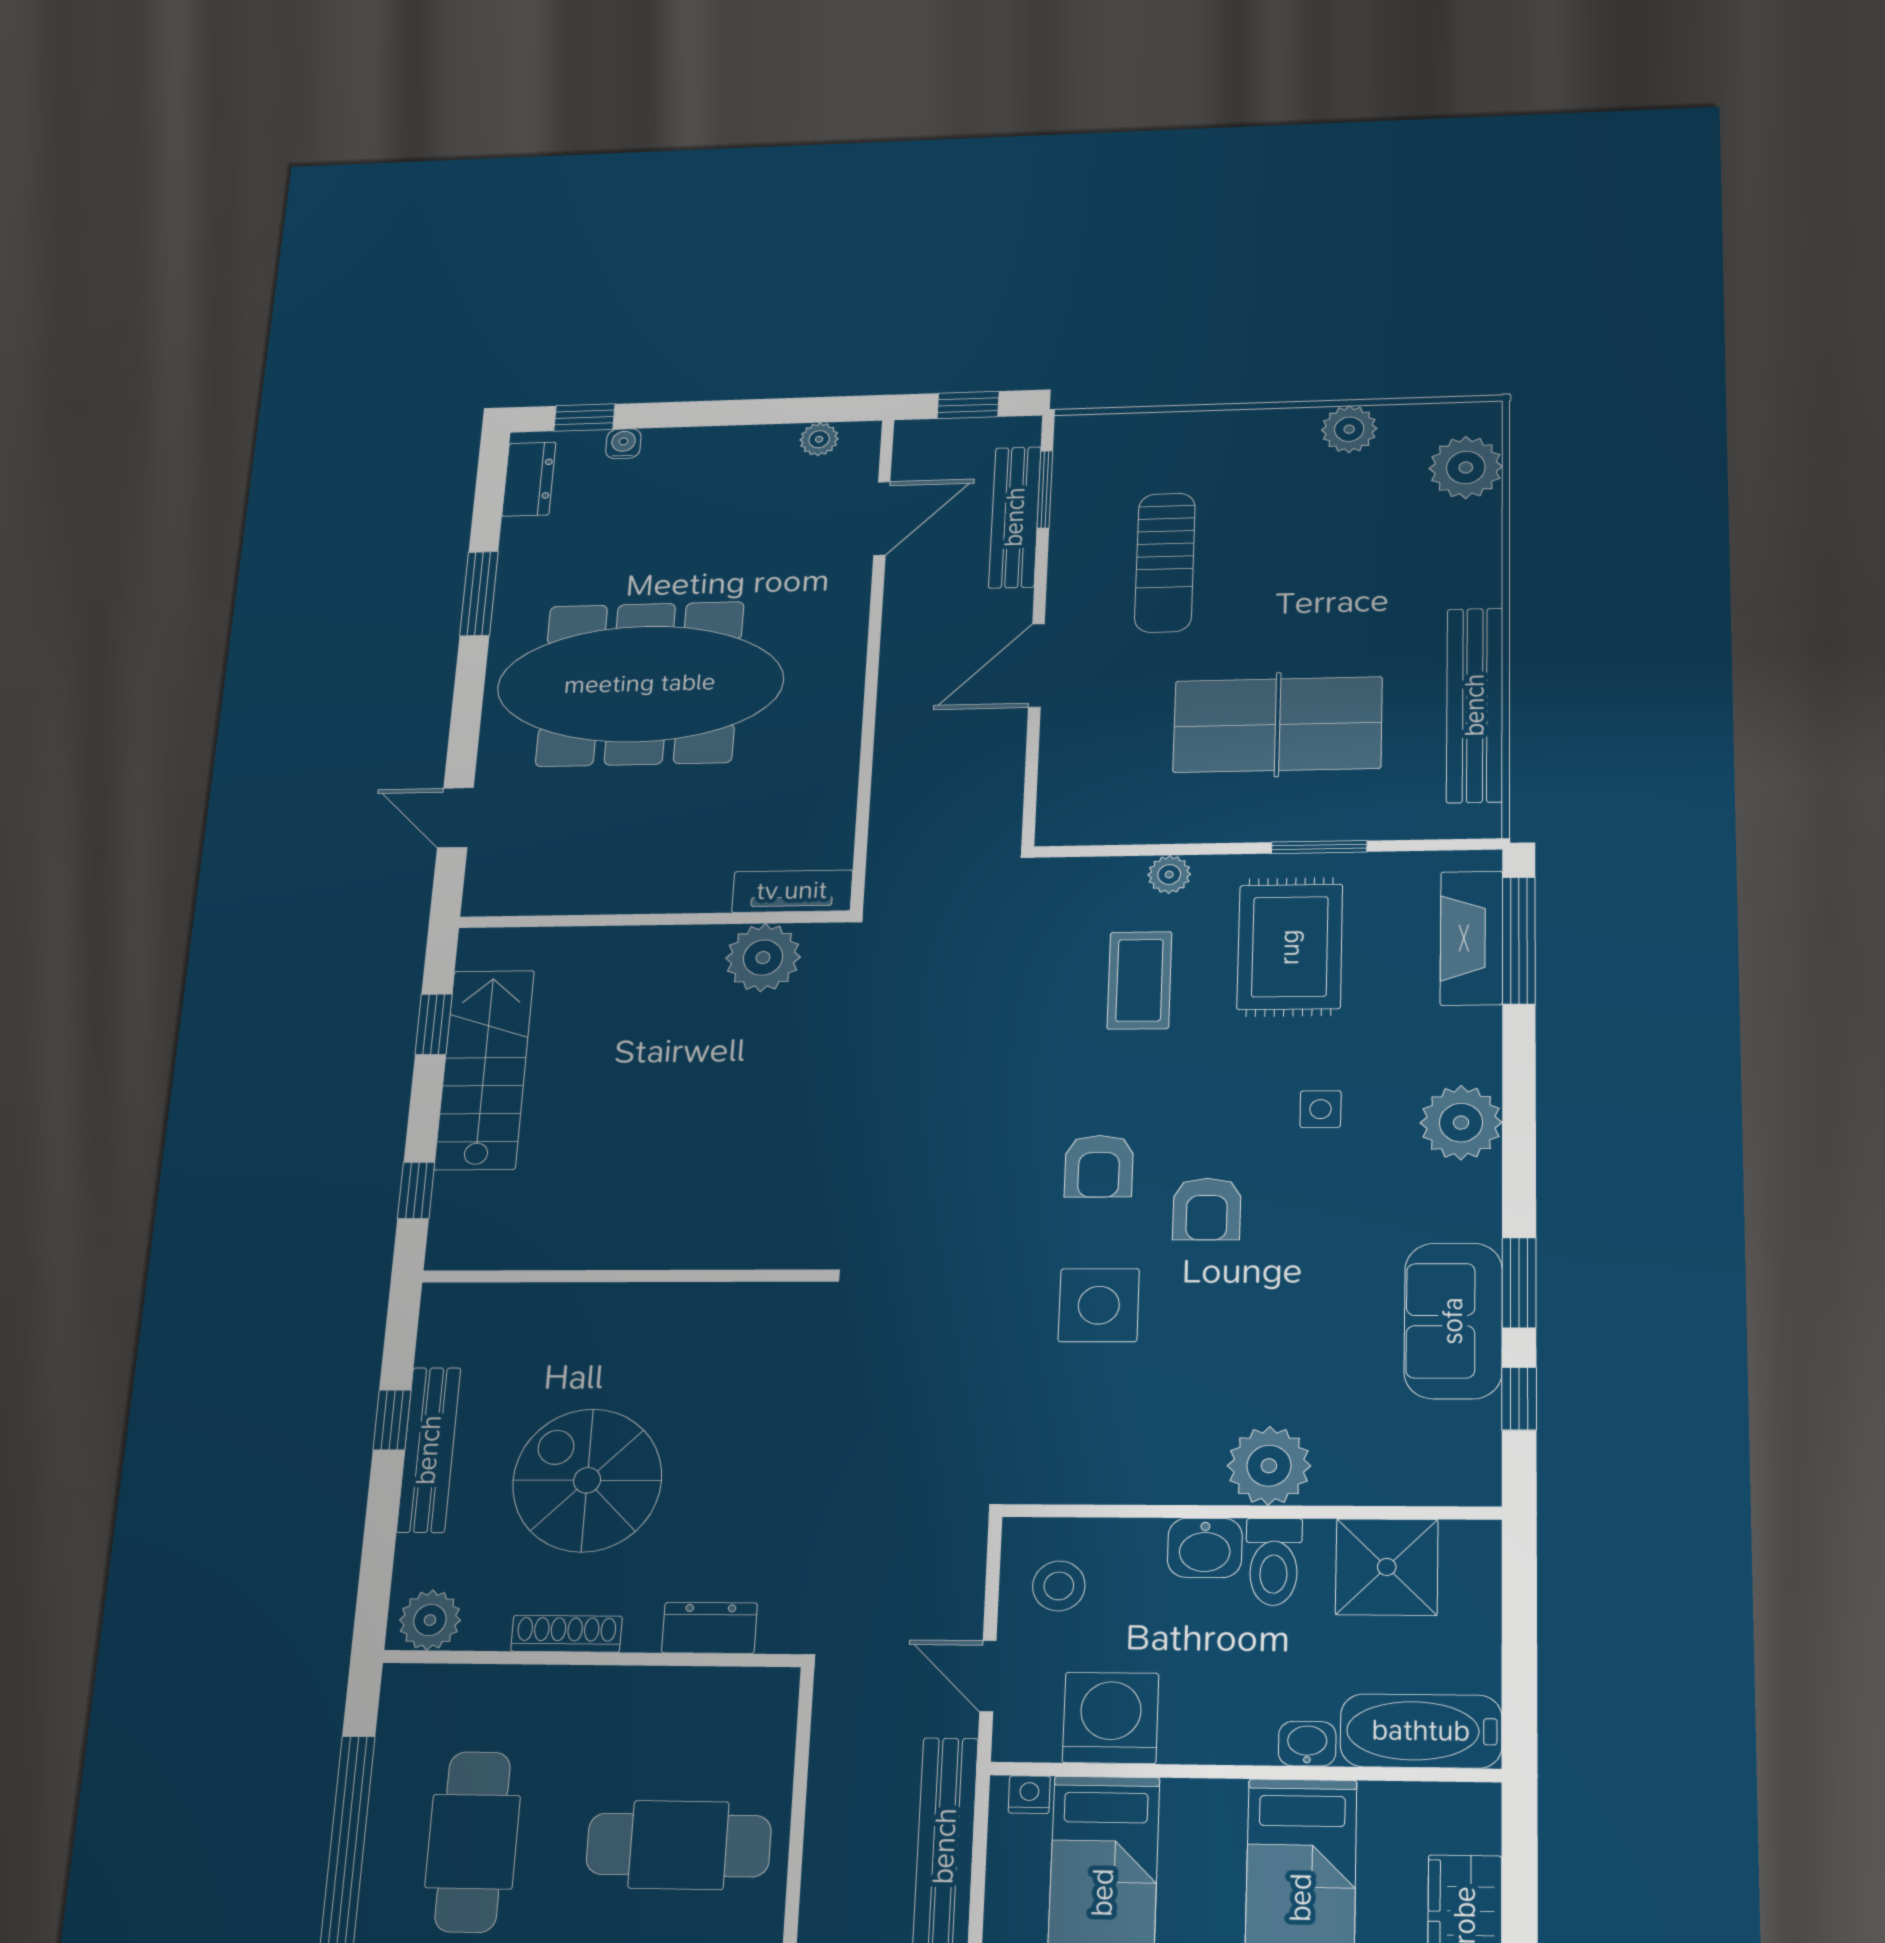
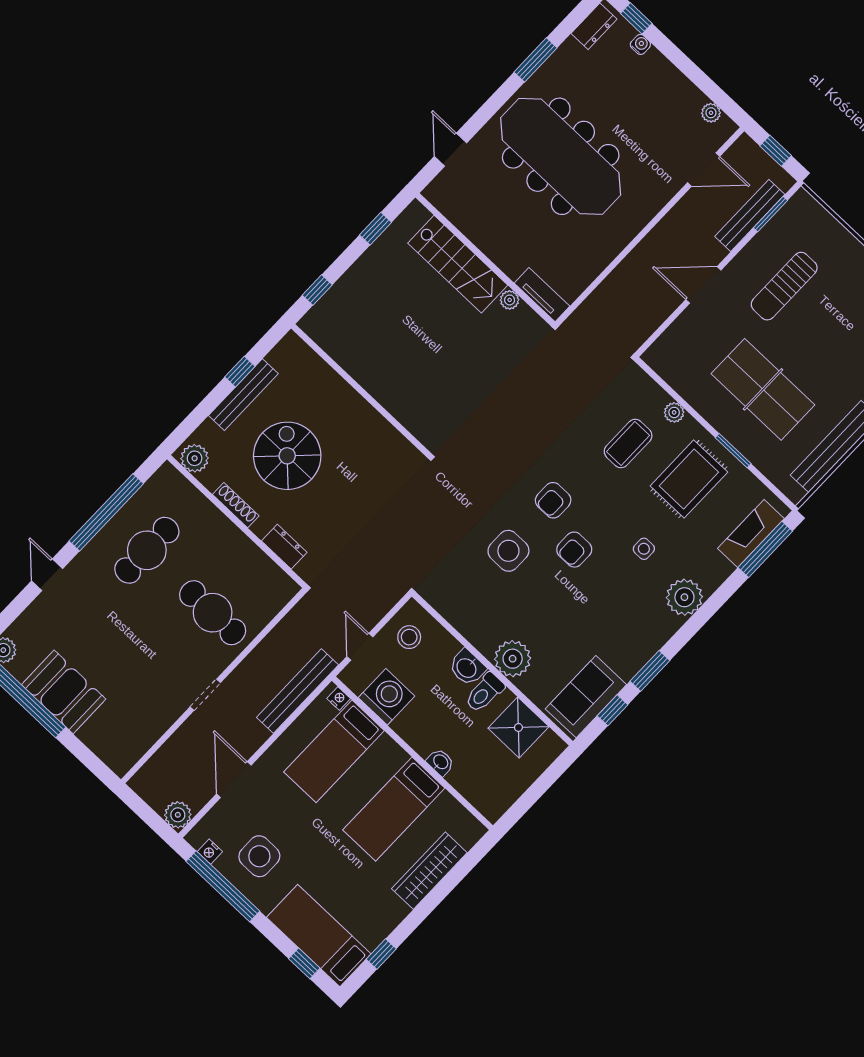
plant: (763, 958) -> (510, 300), width x0.53, depth x0.53
stairs: (484, 1070) -> (458, 264), moved, turned 90
sofa: (1453, 1321) -> (586, 697), moved
bathtub: (1421, 1731) -> (479, 791), removed

